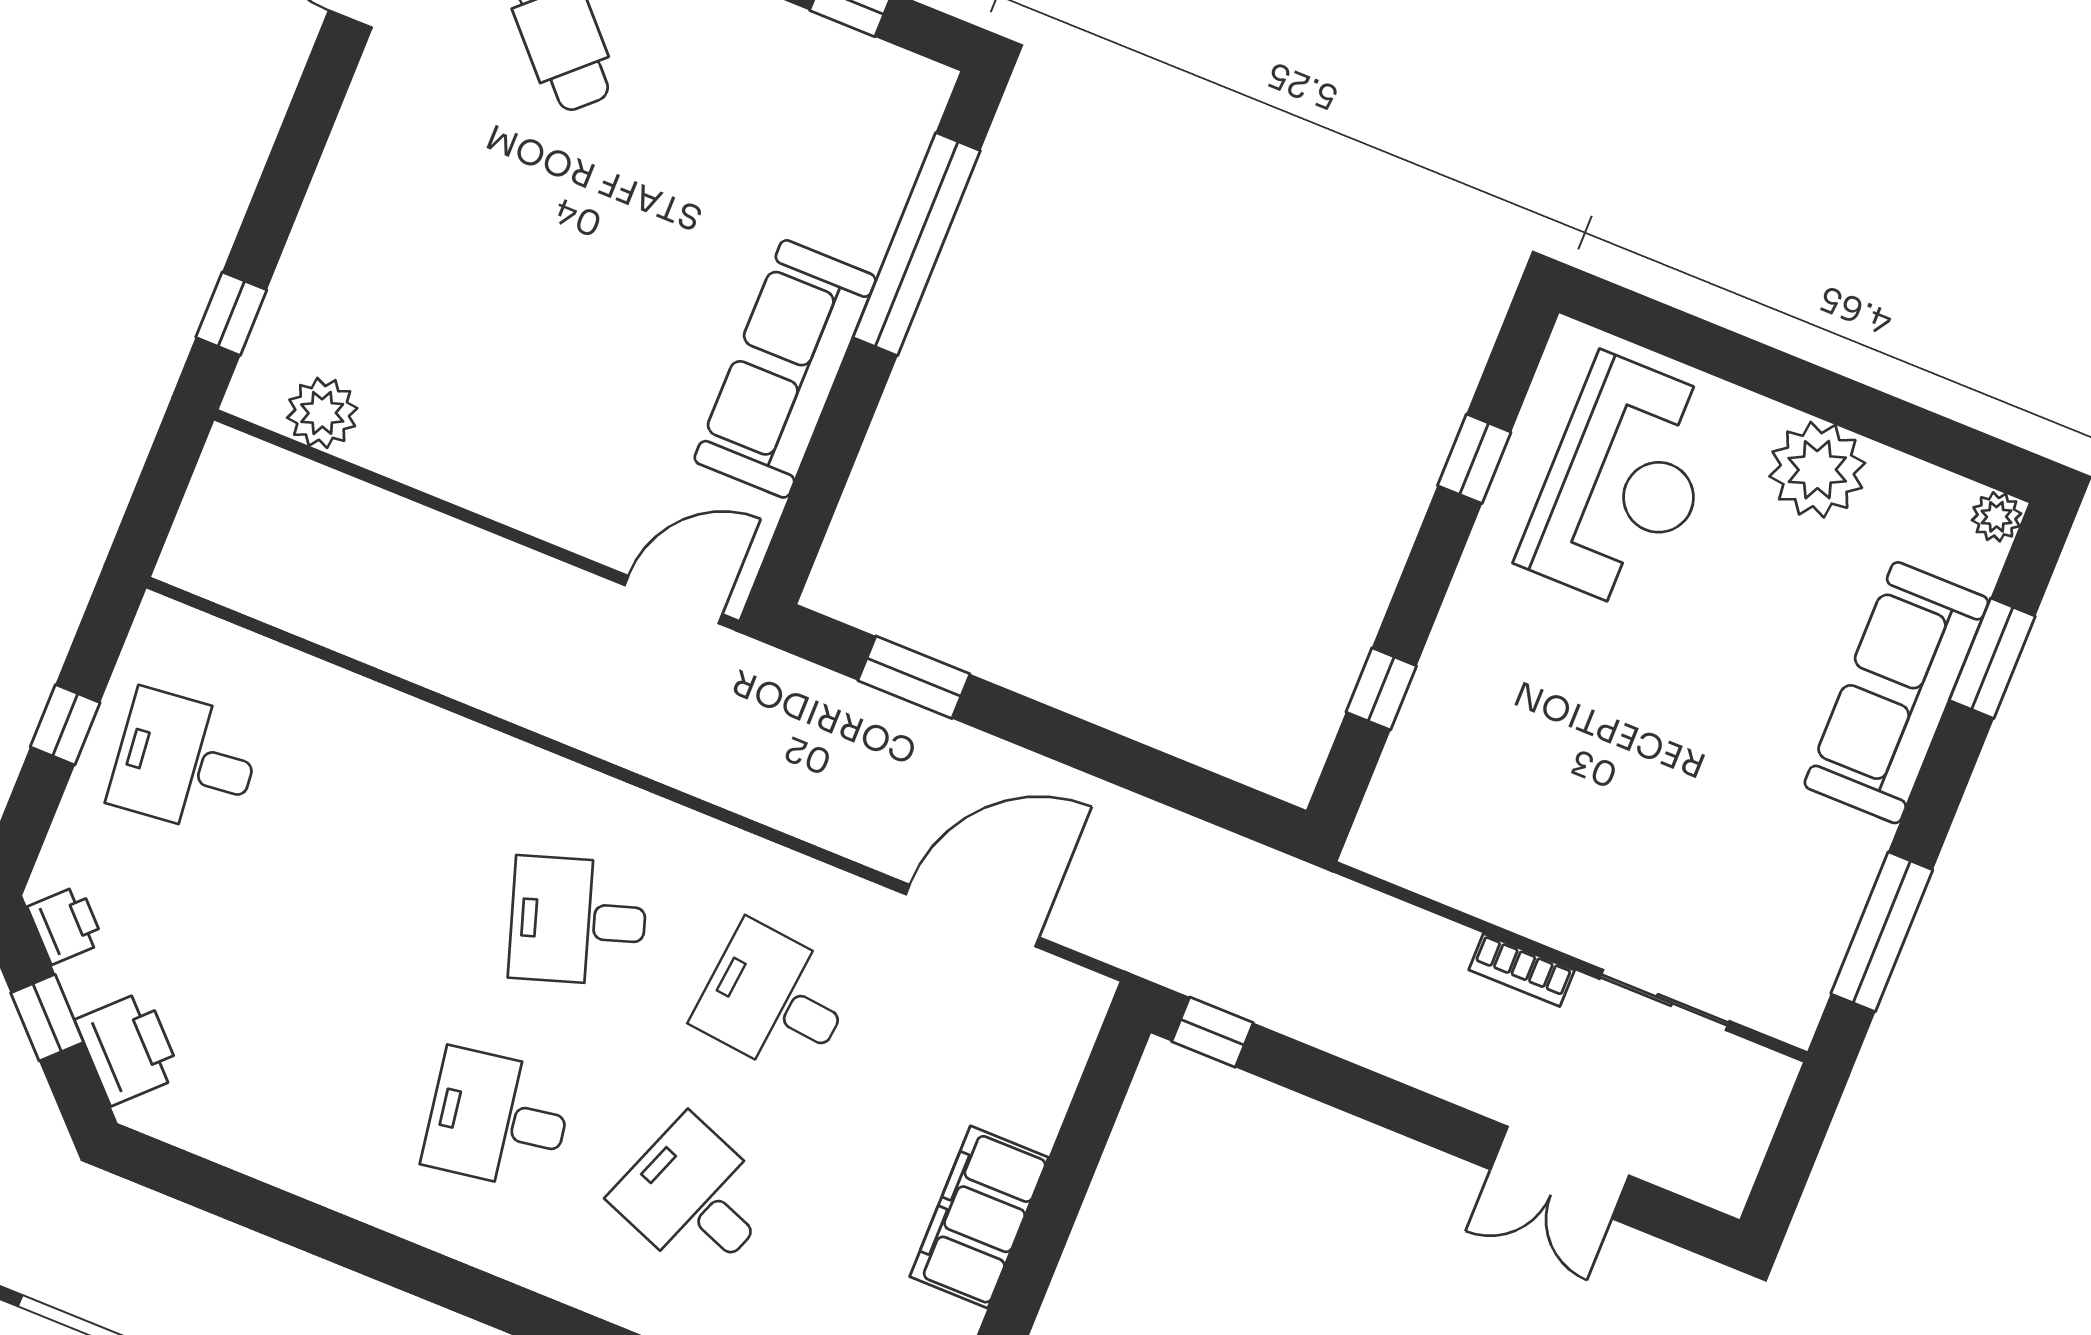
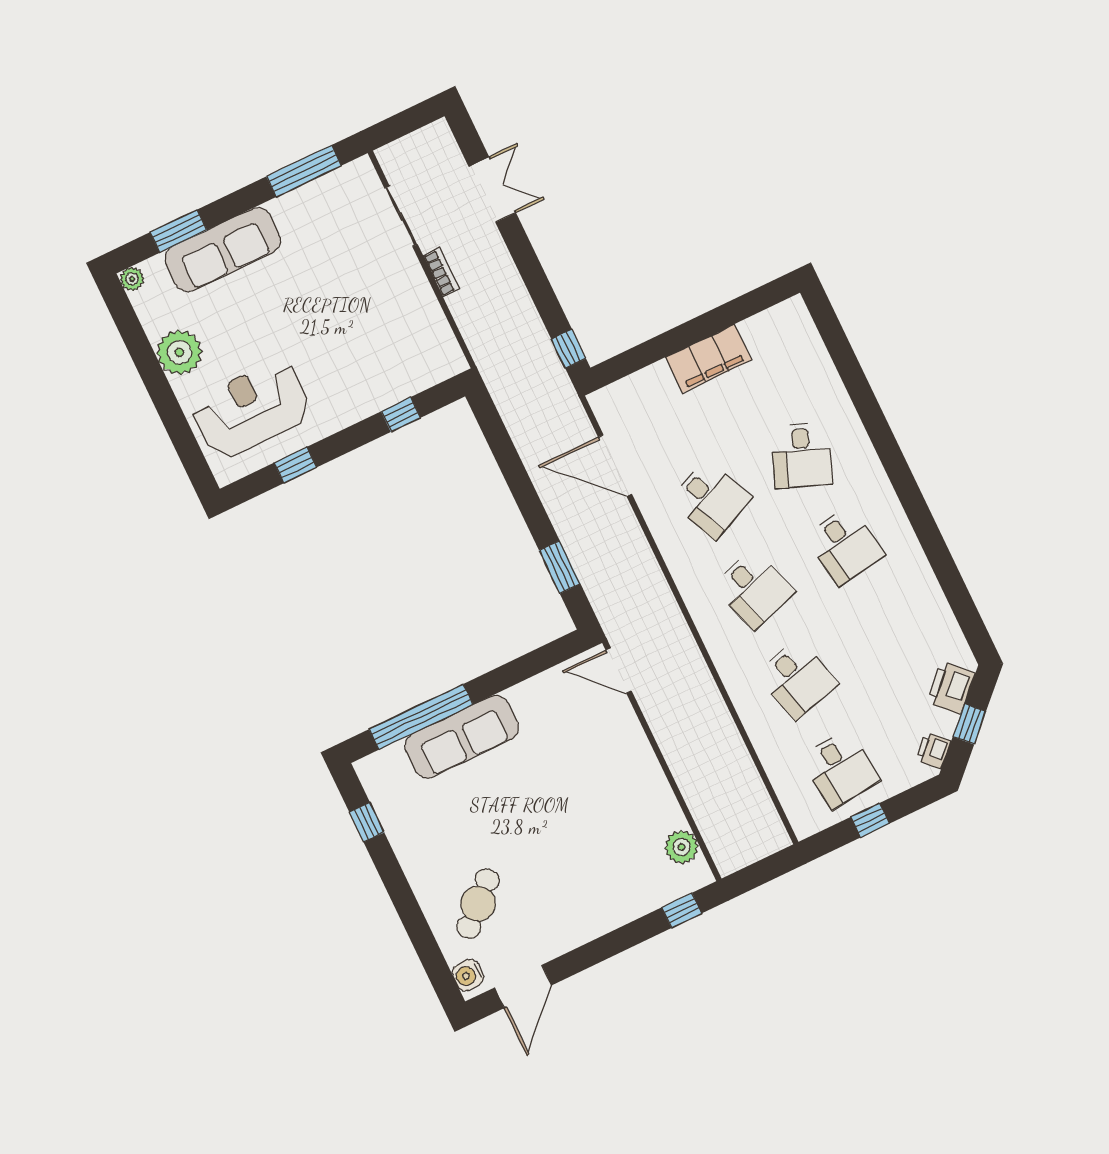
sofa: (785, 369) -> (462, 737), moved
desk: (382, 841) -> (797, 679), added
desk: (775, 1000) -> (711, 499), turned -30

